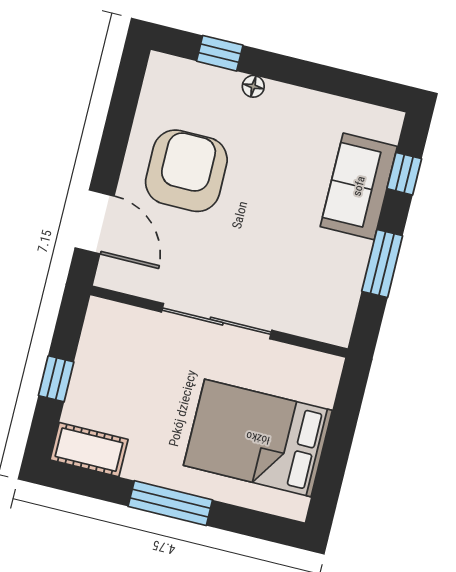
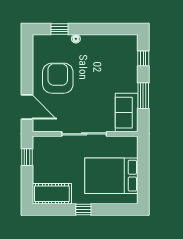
sofa: (359, 186) -> (127, 113), moved
window: (56, 379) -> (27, 157), moved
cot: (89, 450) -> (52, 194), width x1.37, depth x1.34
window: (170, 503) -> (83, 209), width x0.46

